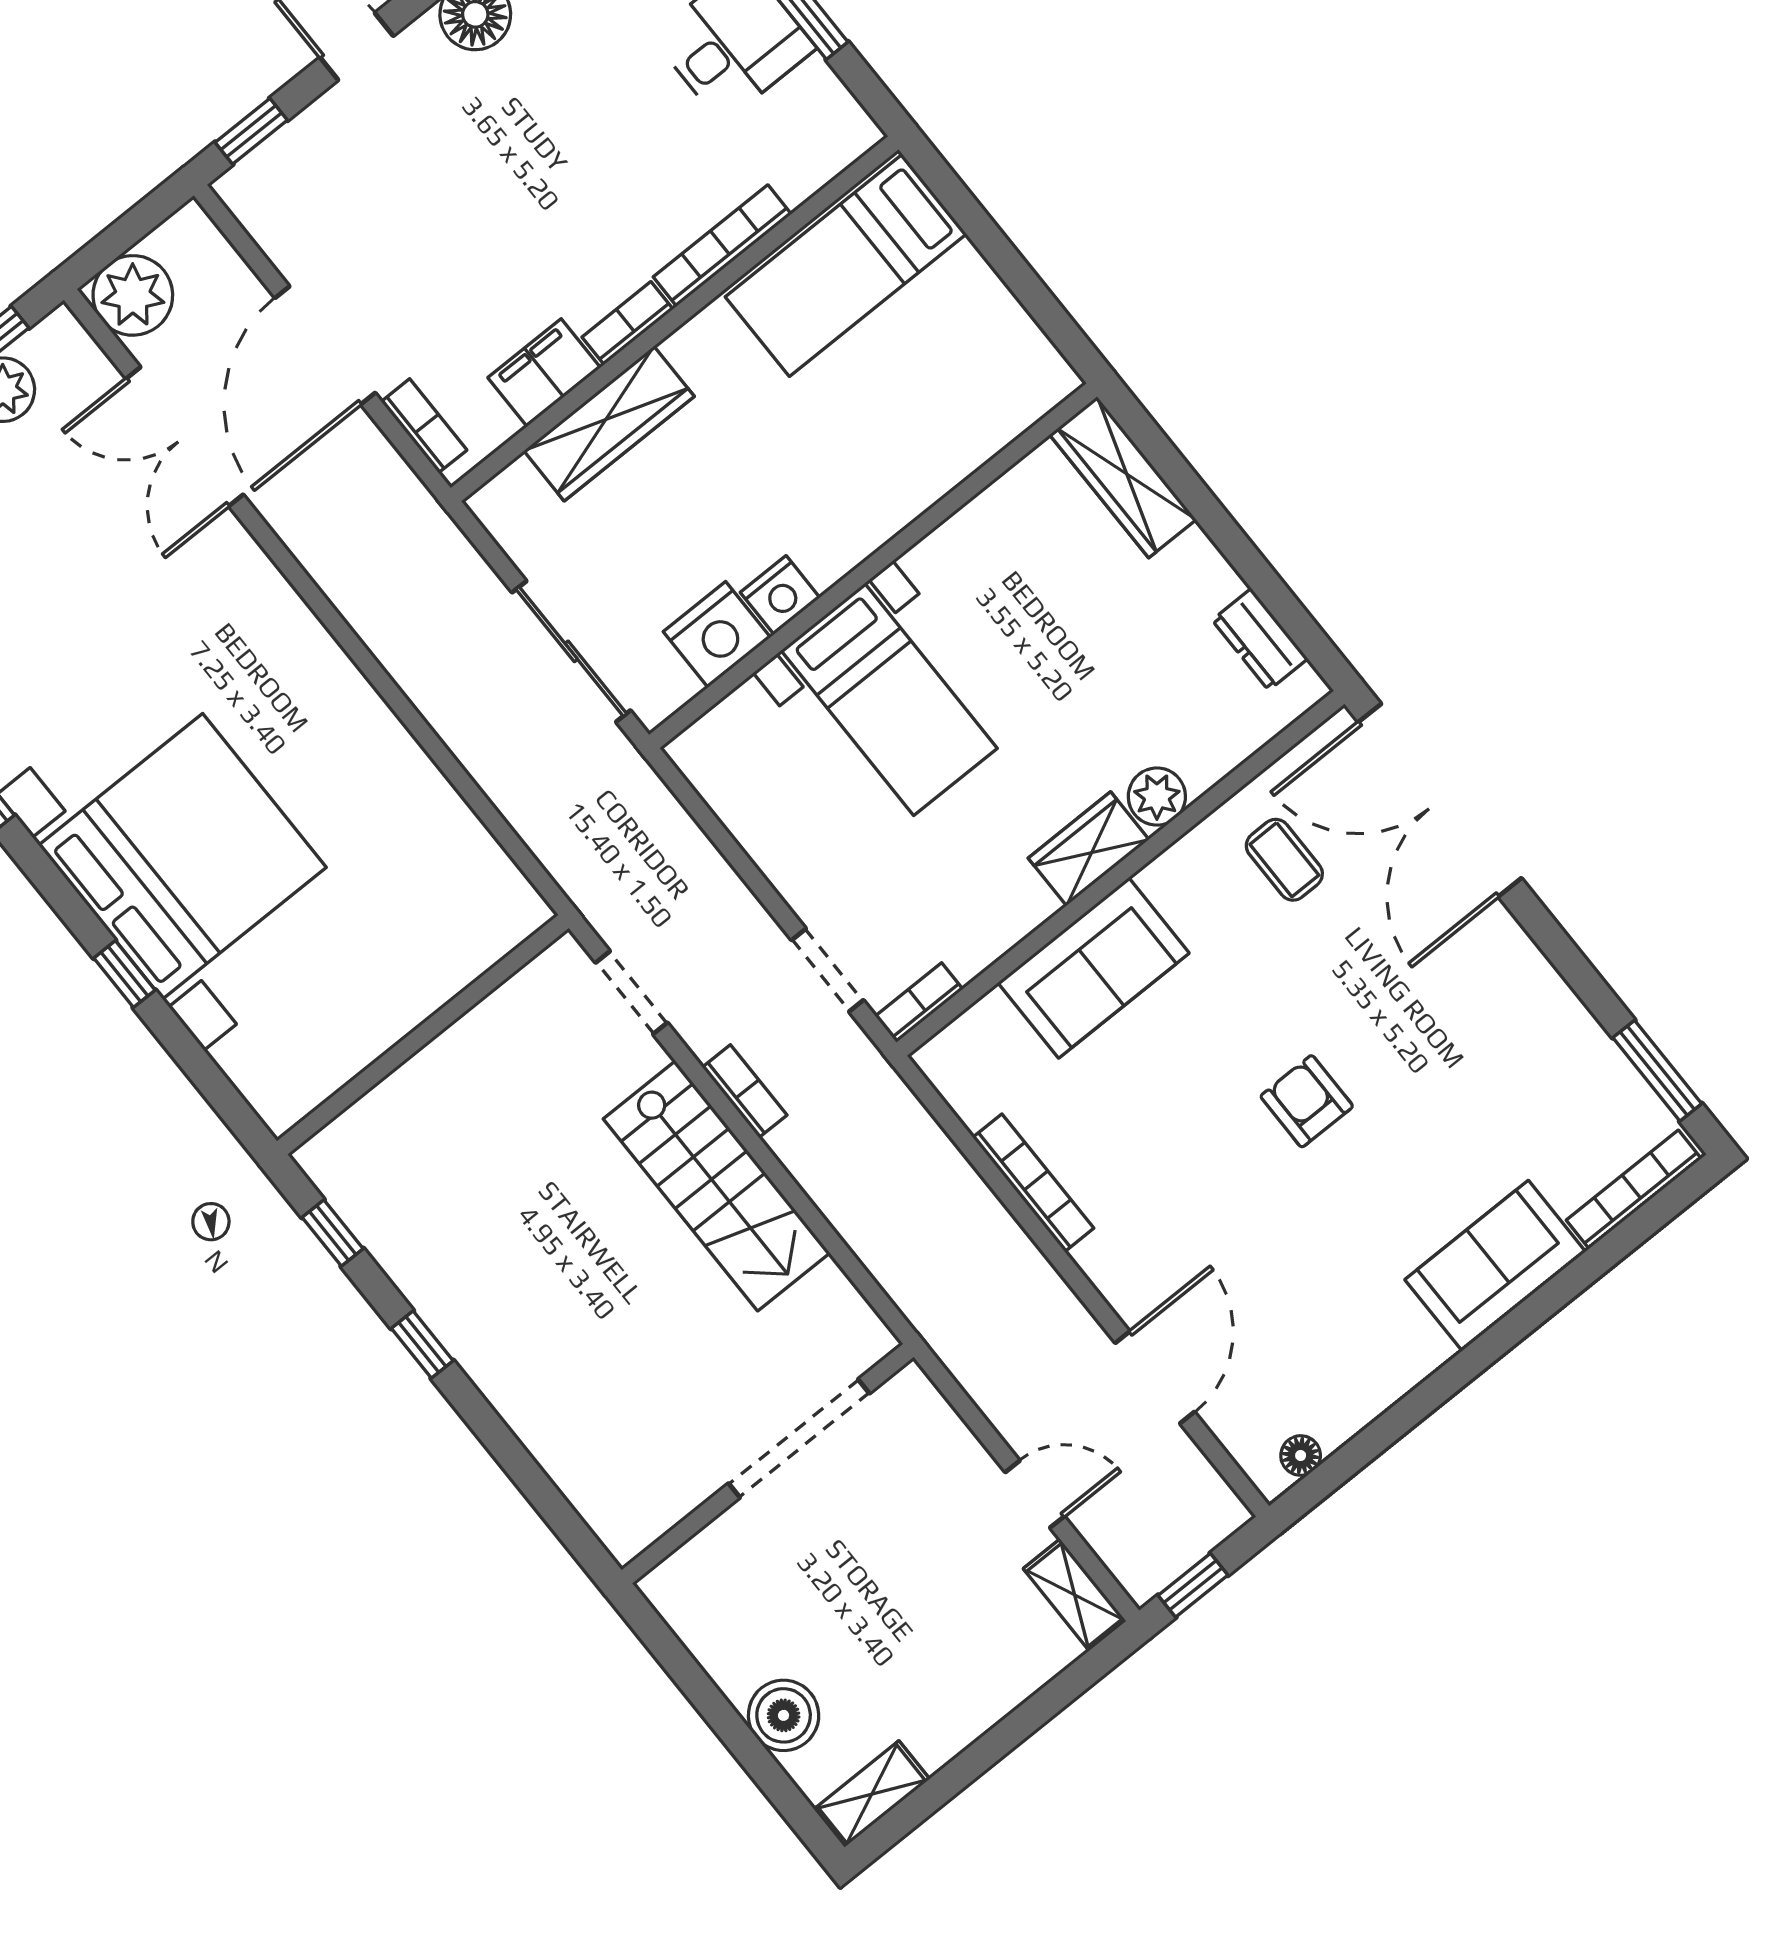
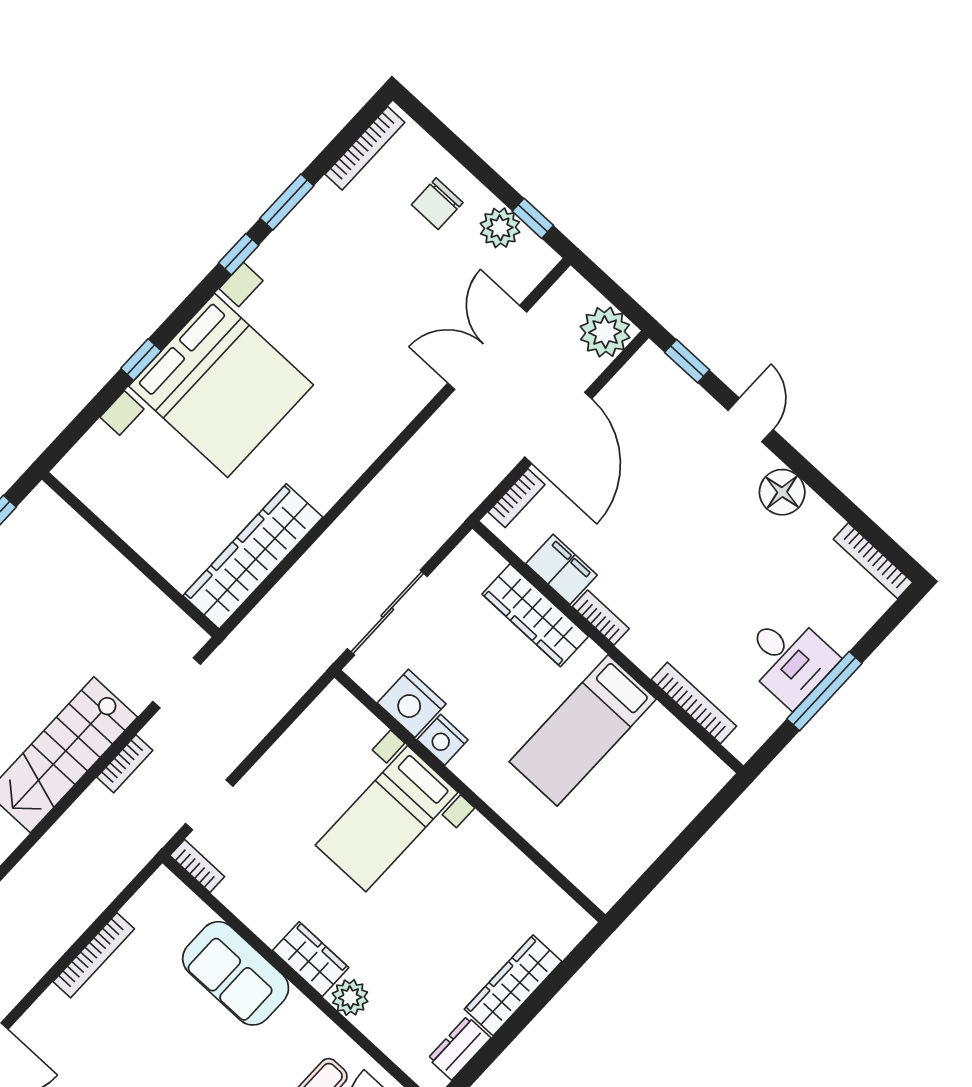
bookcase: (722, 246) -> (694, 703), moved
bed: (846, 265) -> (583, 730), moved, turned -90
plant: (133, 295) -> (605, 332), moved
door: (325, 345) -> (558, 428), swing flipped
wardrobe: (1123, 477) -> (513, 985), moved
wardrobe: (454, 846) -> (253, 556), added

